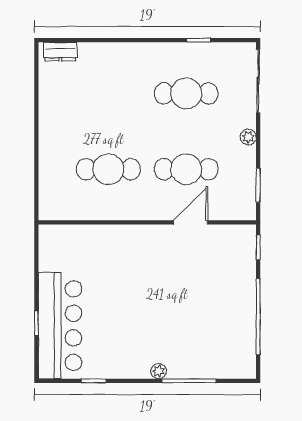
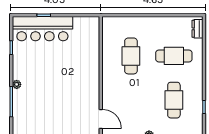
cafe table: (186, 169) -> (174, 56), moved, turned 90
door: (191, 222) -> (101, 119), moved

